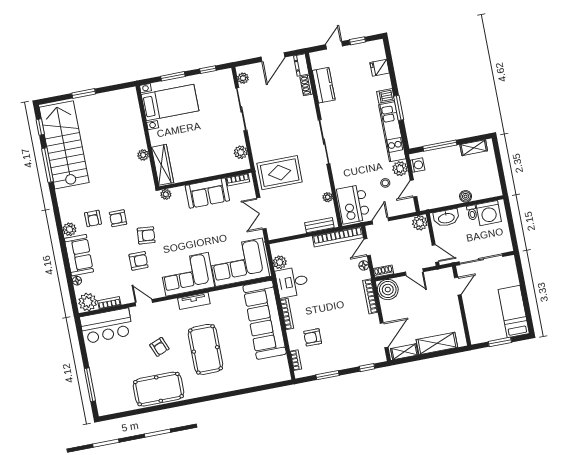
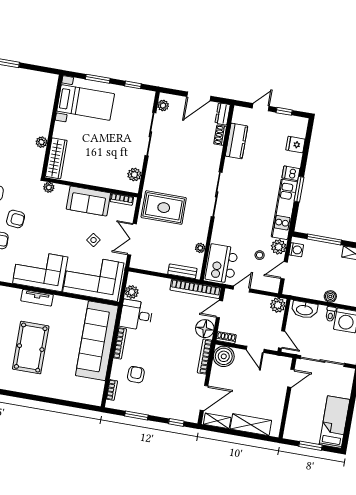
side table: (226, 227) -> (93, 240), added
floor lamp: (364, 265) -> (205, 329), width x1.89, depth x1.89
armchair: (313, 337) -> (136, 375), turned 91

